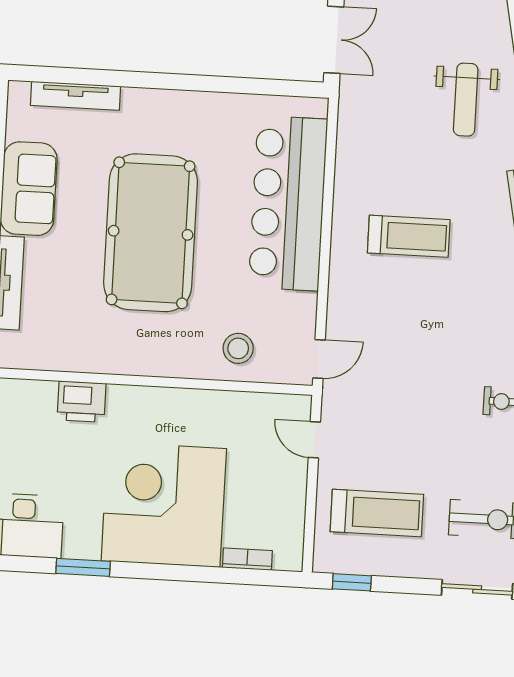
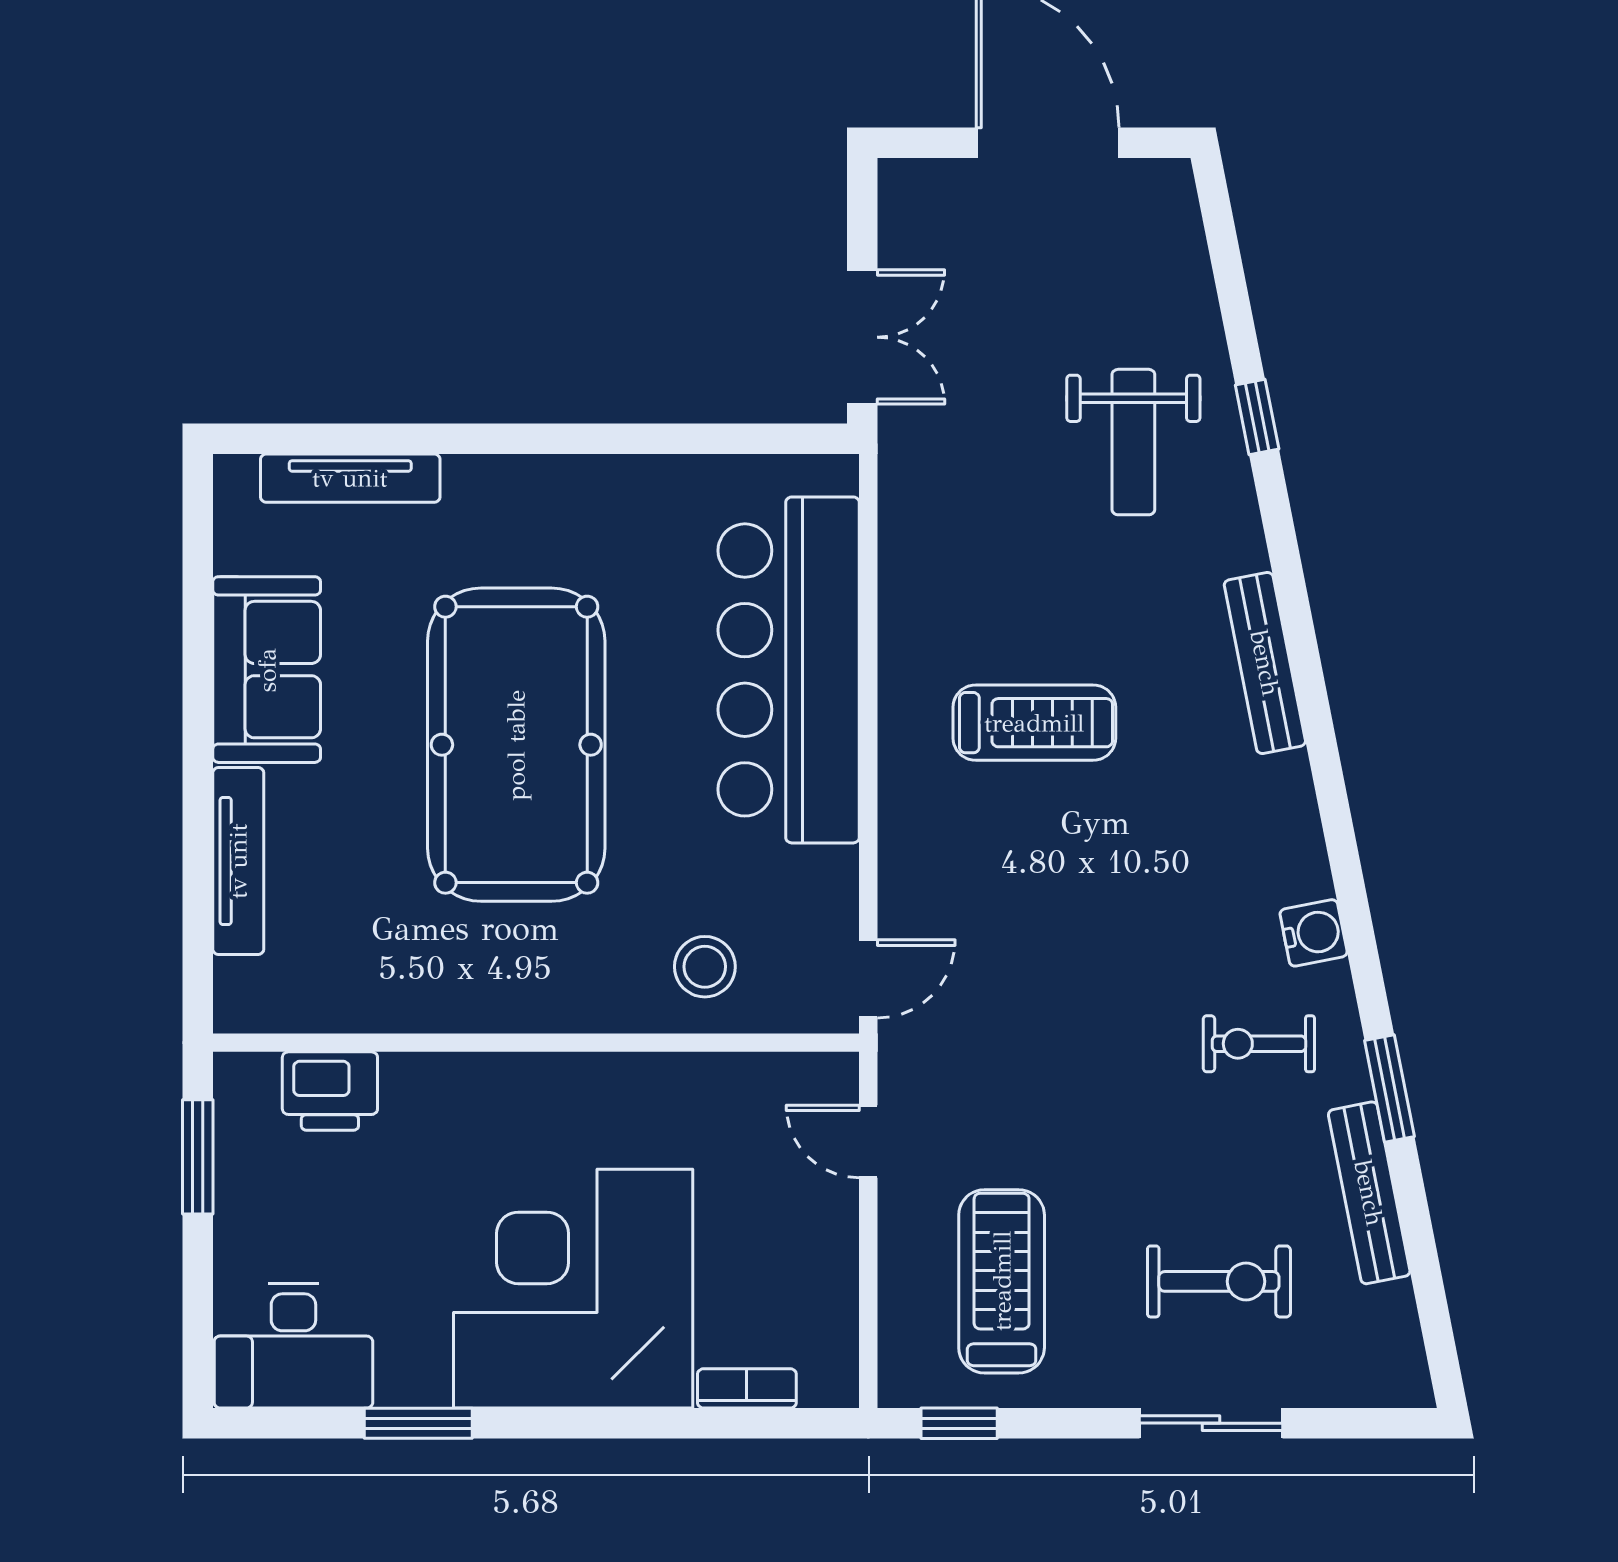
printer: (82, 402) -> (330, 1091), moved
treadmill: (377, 513) -> (1002, 1281), turned -90

